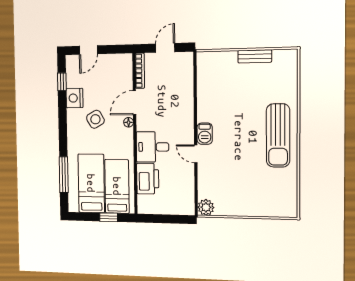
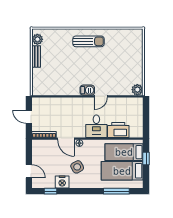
plant: (281, 58) -> (37, 39), added
sun lounger: (278, 135) -> (88, 41), width x0.73, depth x0.75

